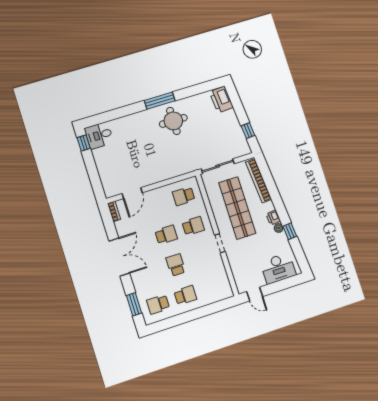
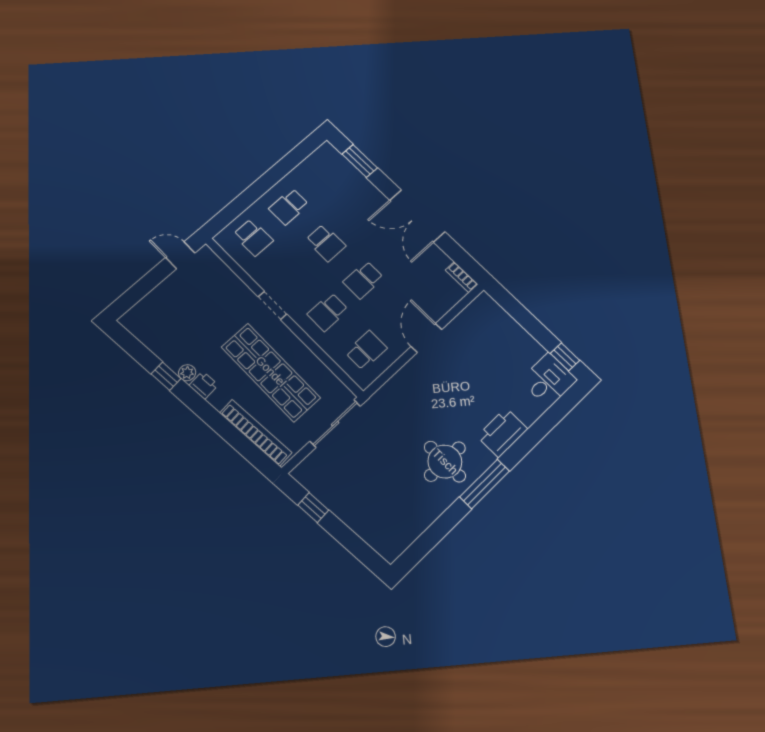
printer: (221, 100) -> (502, 433), moved, turned -85
door: (132, 193) -> (426, 338), moved
desk: (278, 268) -> (159, 310), removed
school desk: (158, 304) -> (253, 237), moved, turned 90

